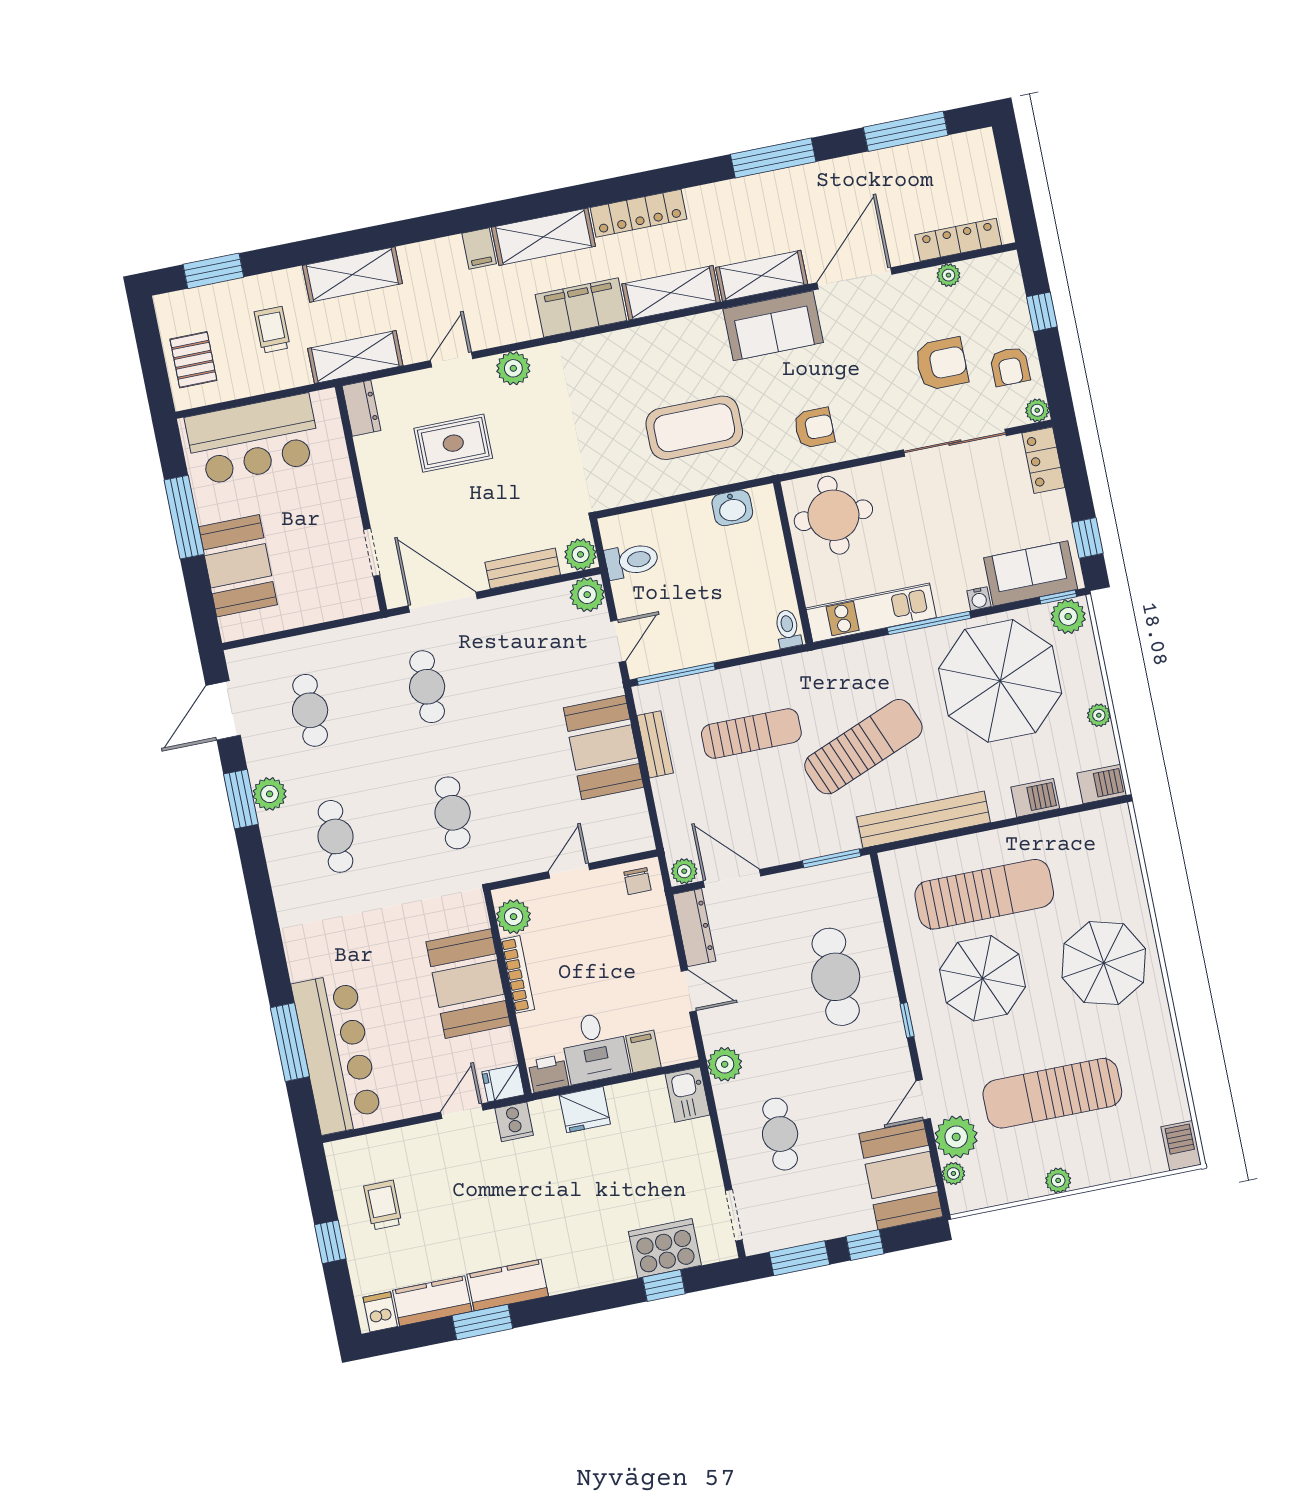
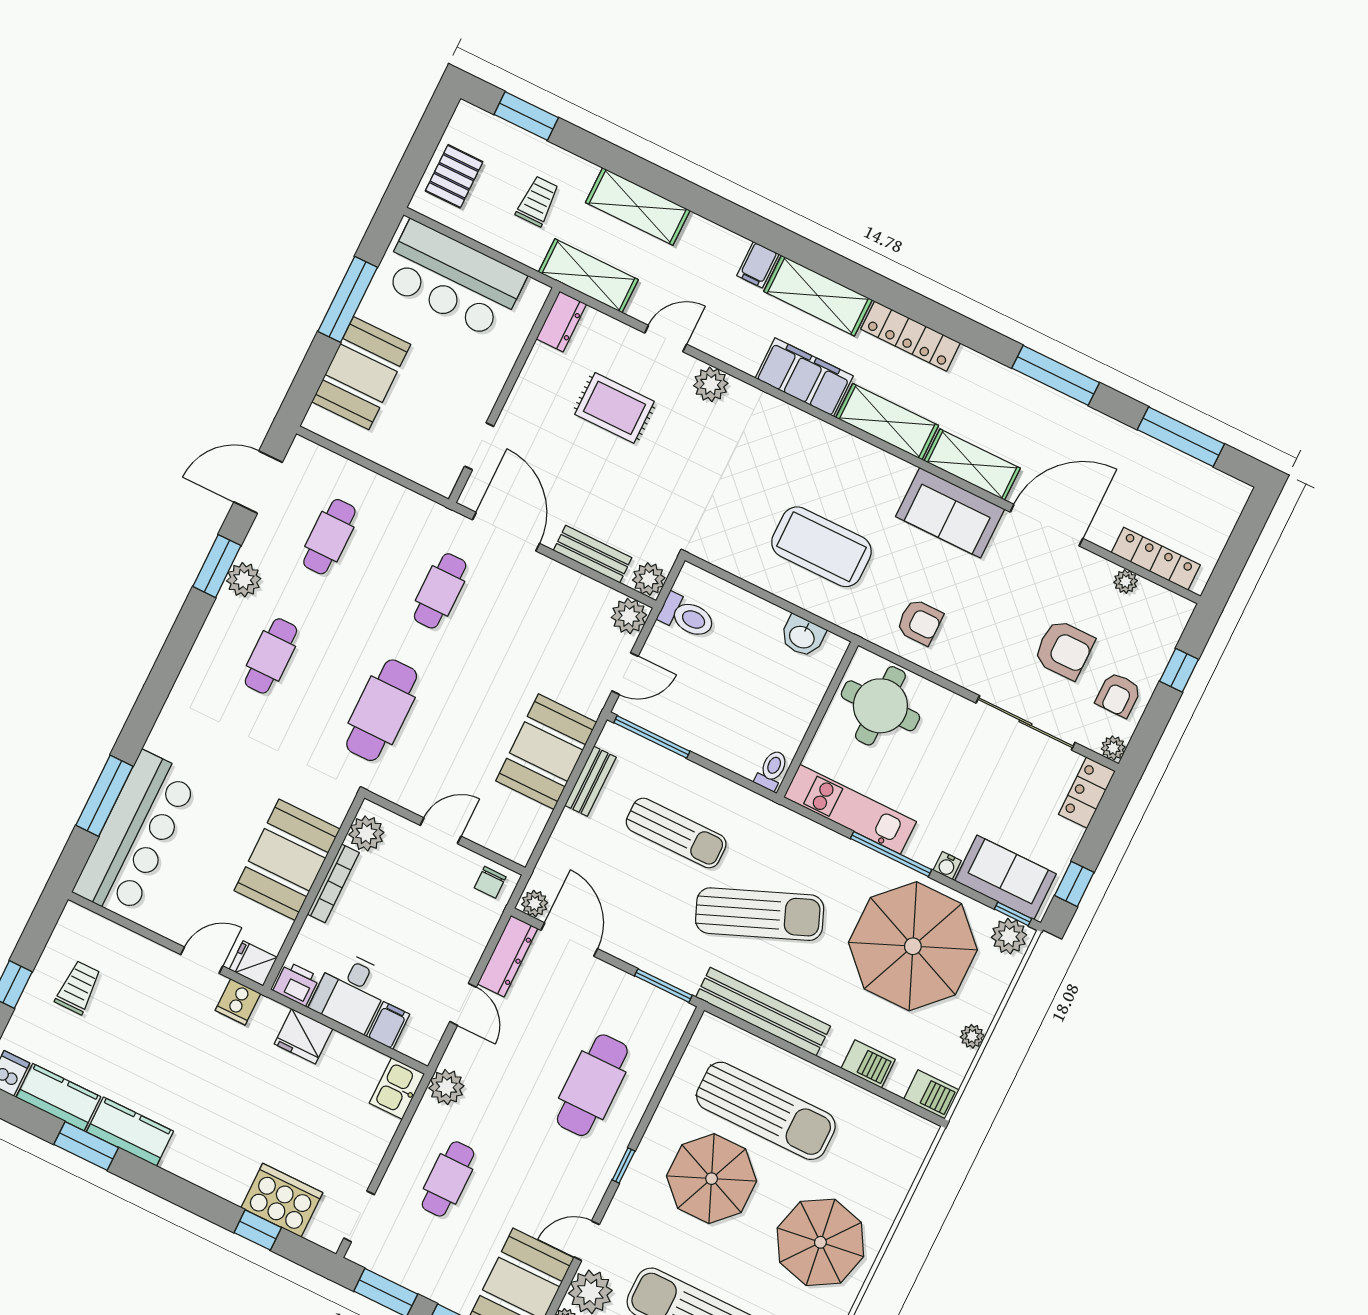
cafe table: (453, 813) -> (382, 710), width x1.37, depth x1.35

